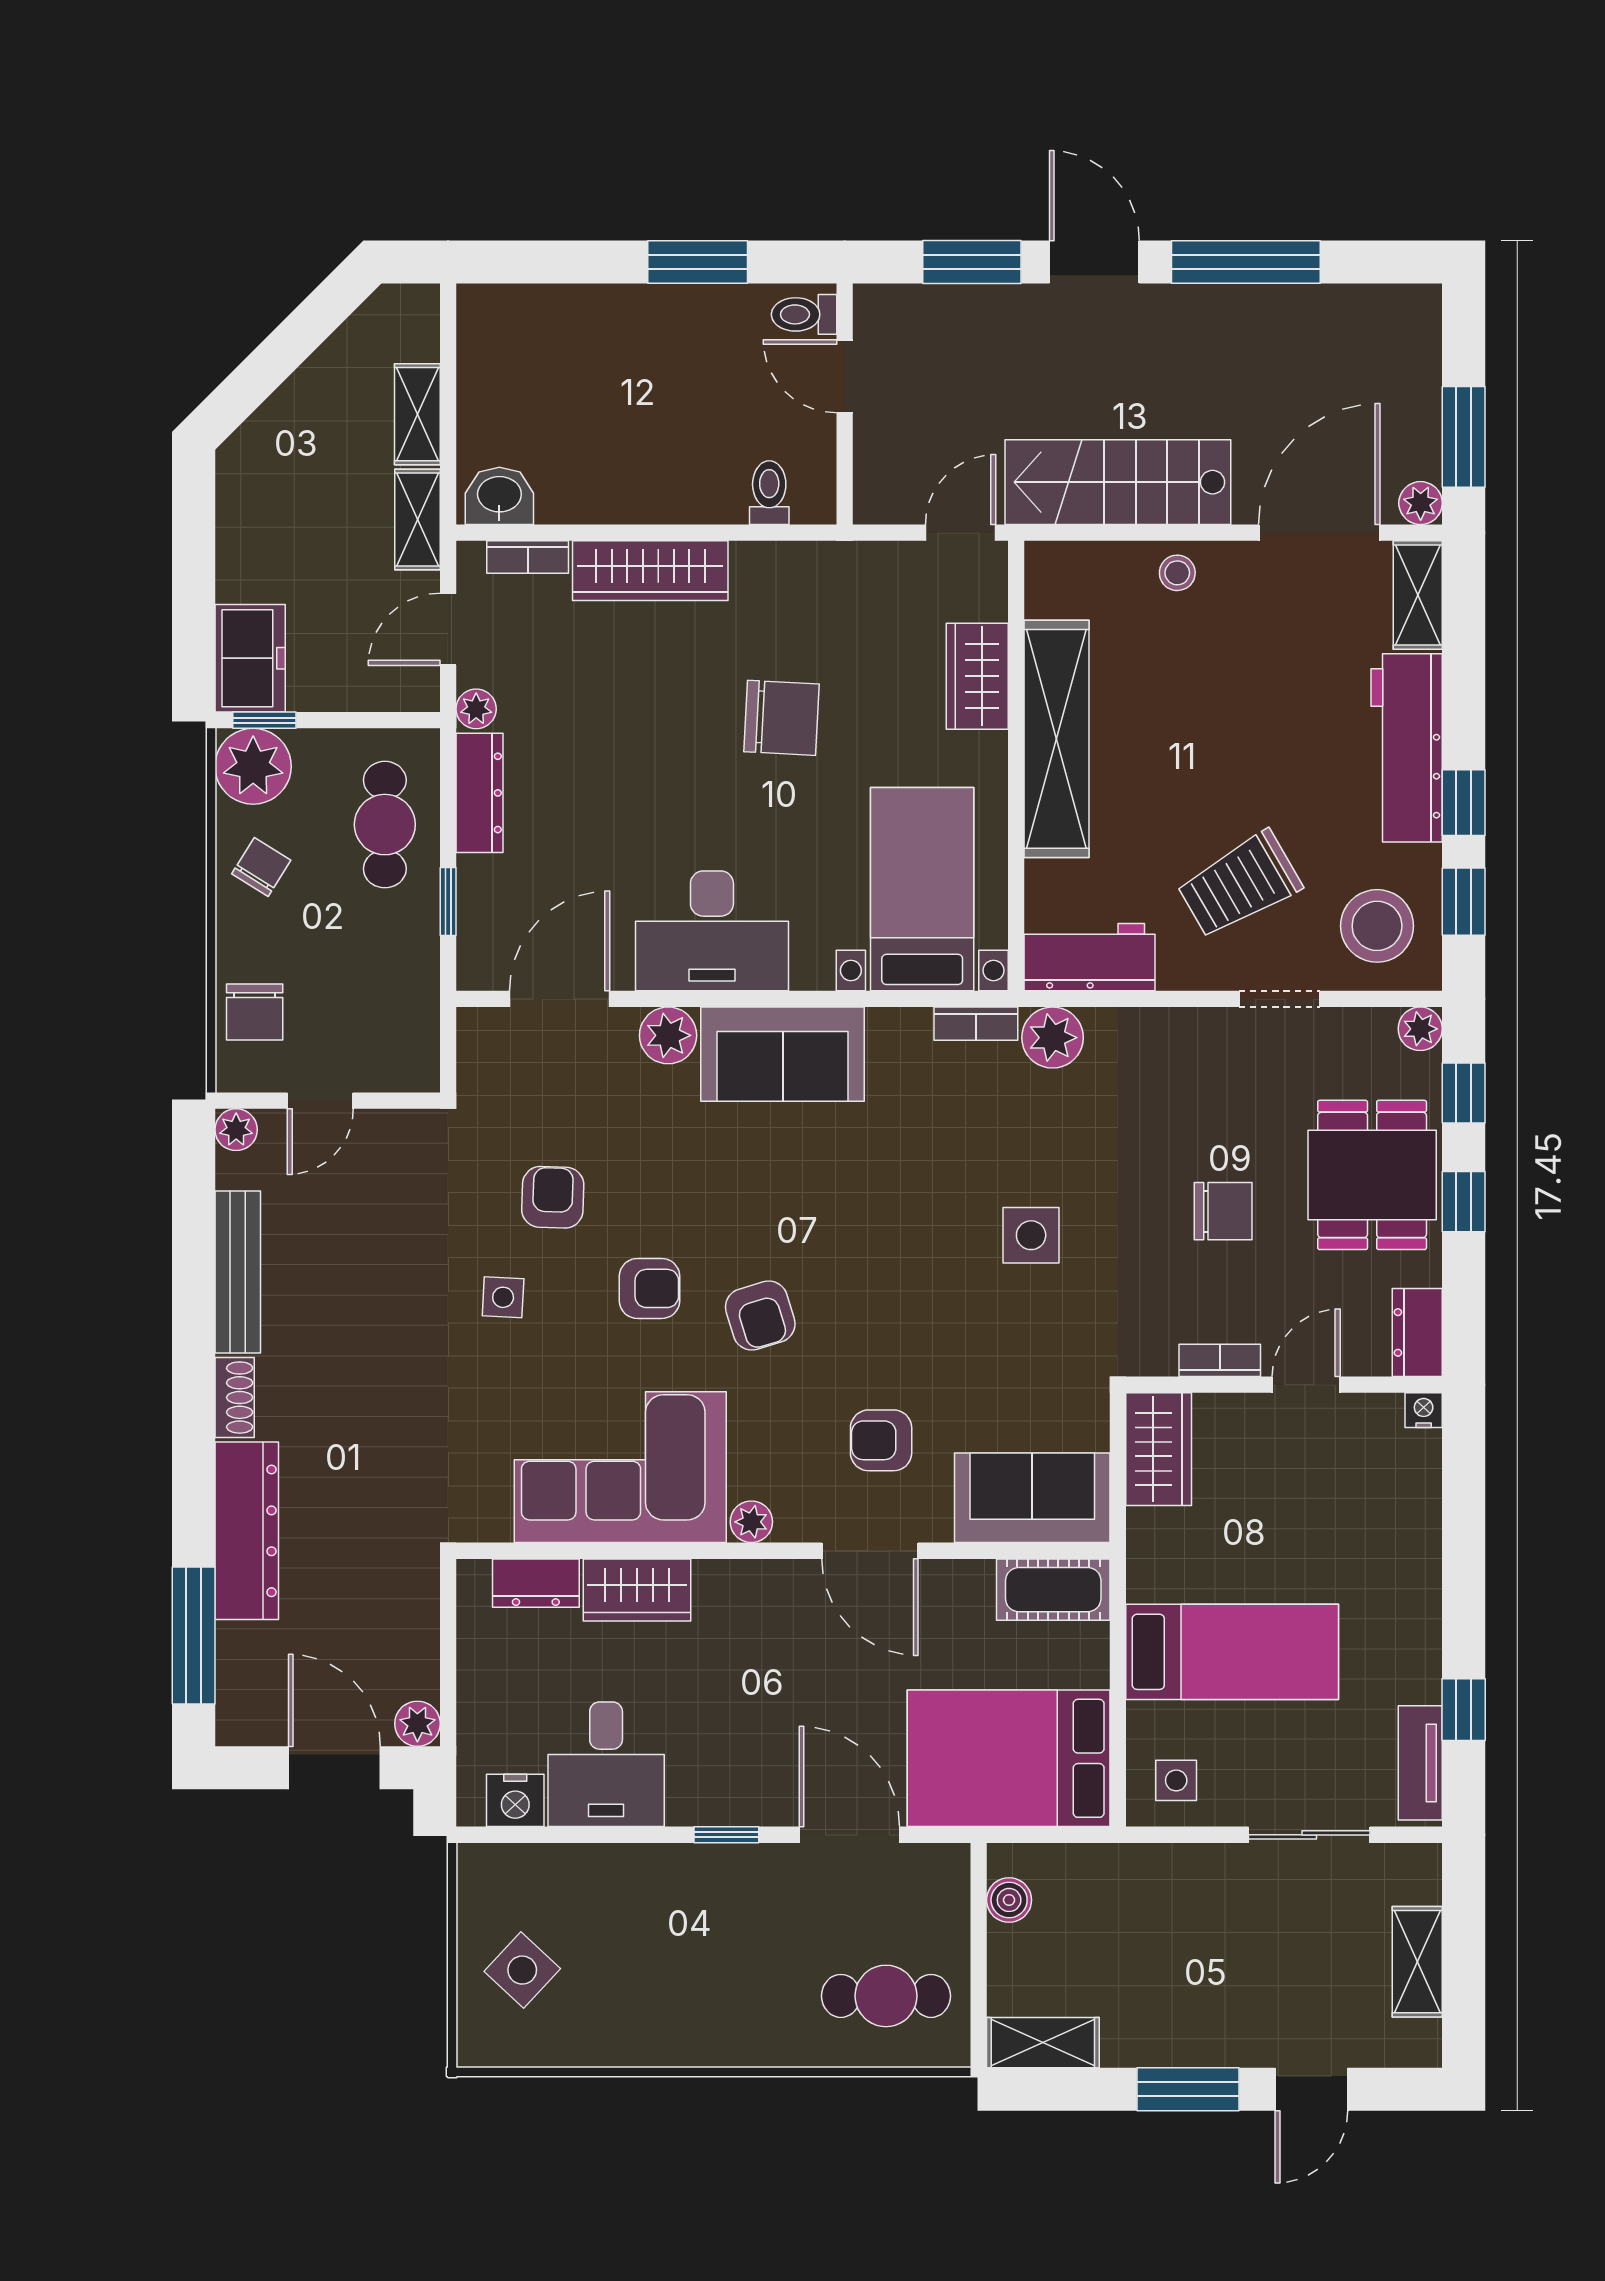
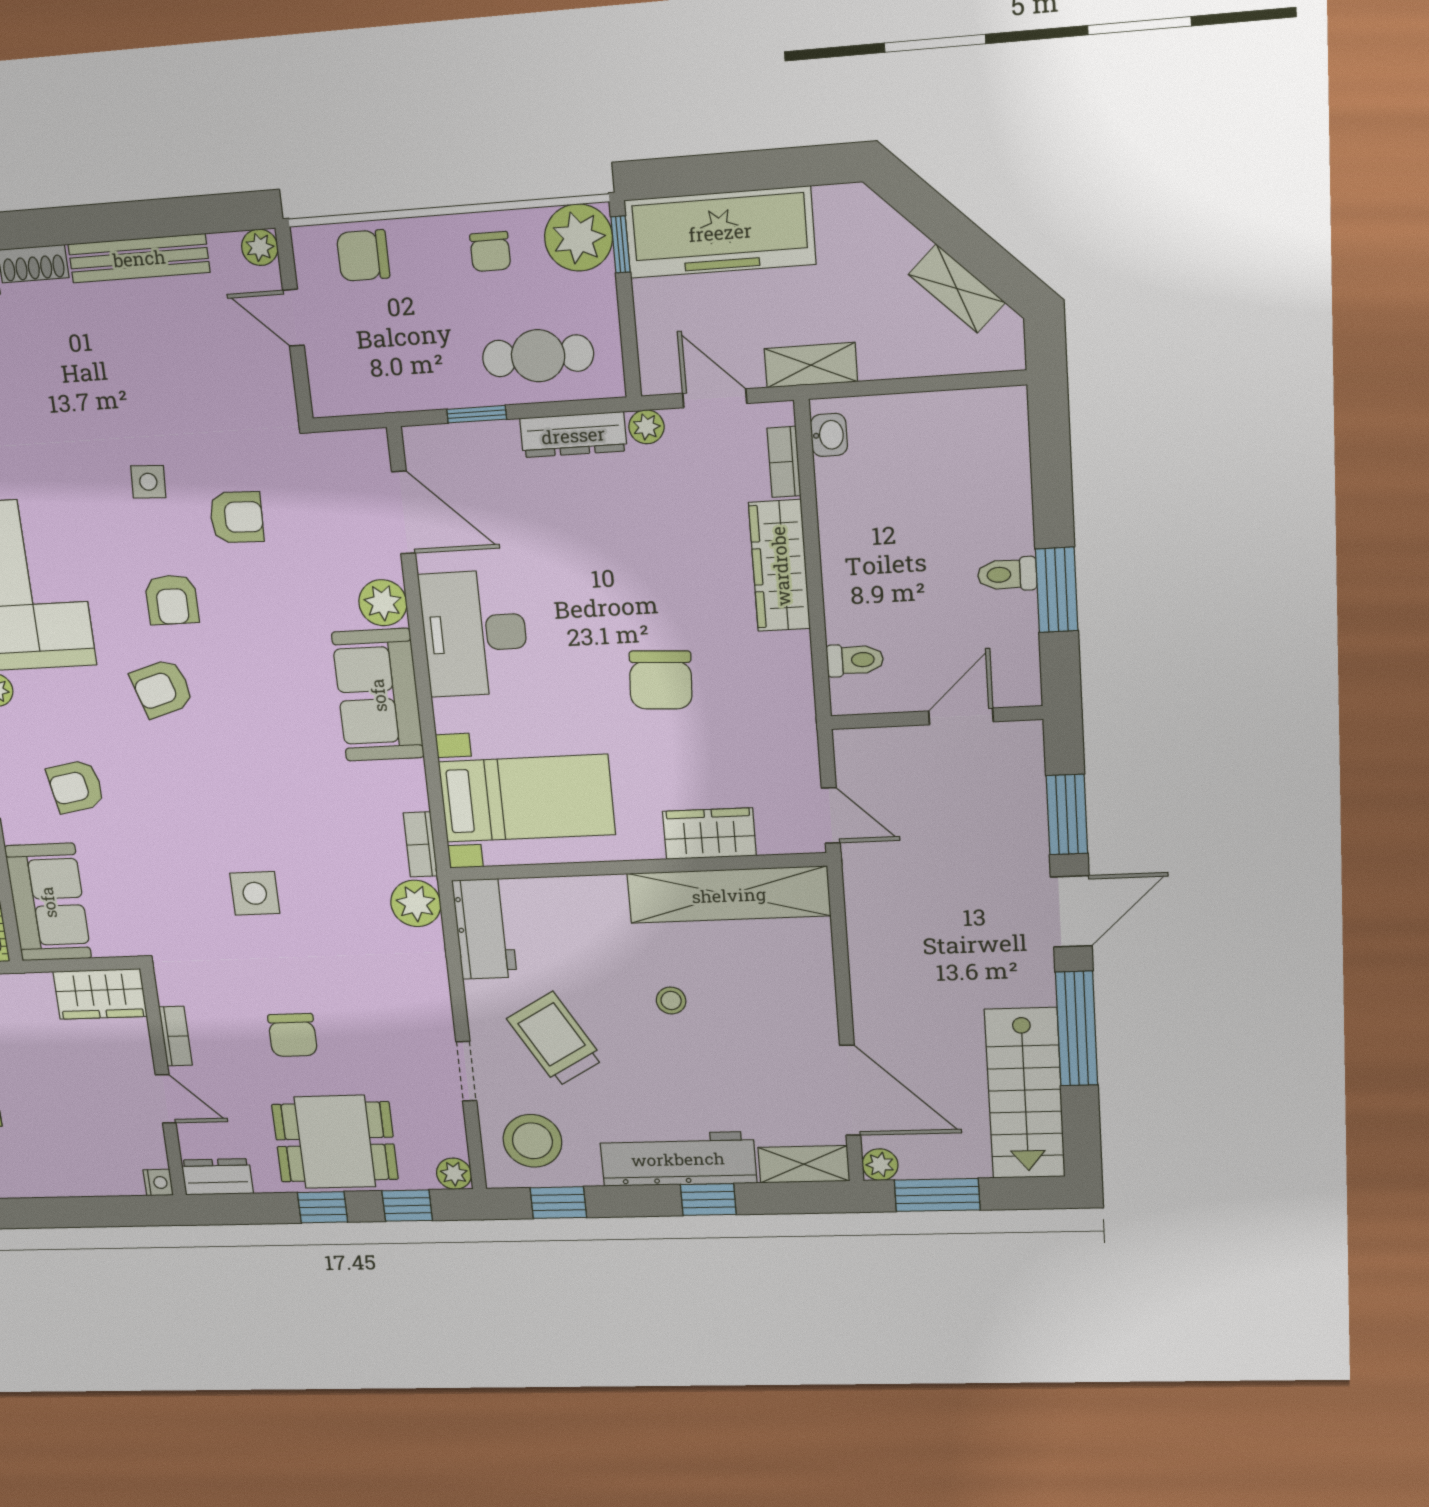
toilet: (804, 314) -> (1007, 574), moved, turned -90
shelving: (417, 414) -> (957, 288), moved, turned 45
stairs: (1118, 482) -> (1025, 1094), moved, turned 180
washbasin: (499, 496) -> (829, 435), width x0.72, depth x0.69
stool: (1177, 573) -> (671, 1000), moved
freezer: (250, 658) -> (720, 232), width x1.91, depth x1.26
shelving: (1057, 739) -> (729, 895), moved
window: (1464, 803) -> (708, 1200), moved
chair: (261, 867) -> (490, 252), turned 58
armchair: (881, 1440) -> (76, 787), turned -100

